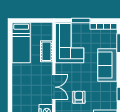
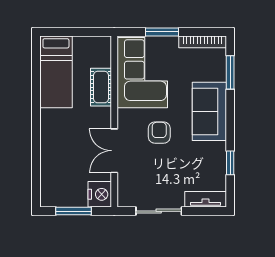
double door: (54, 87) -> (114, 151), swing flipped
armchair: (79, 97) -> (159, 133), moved

